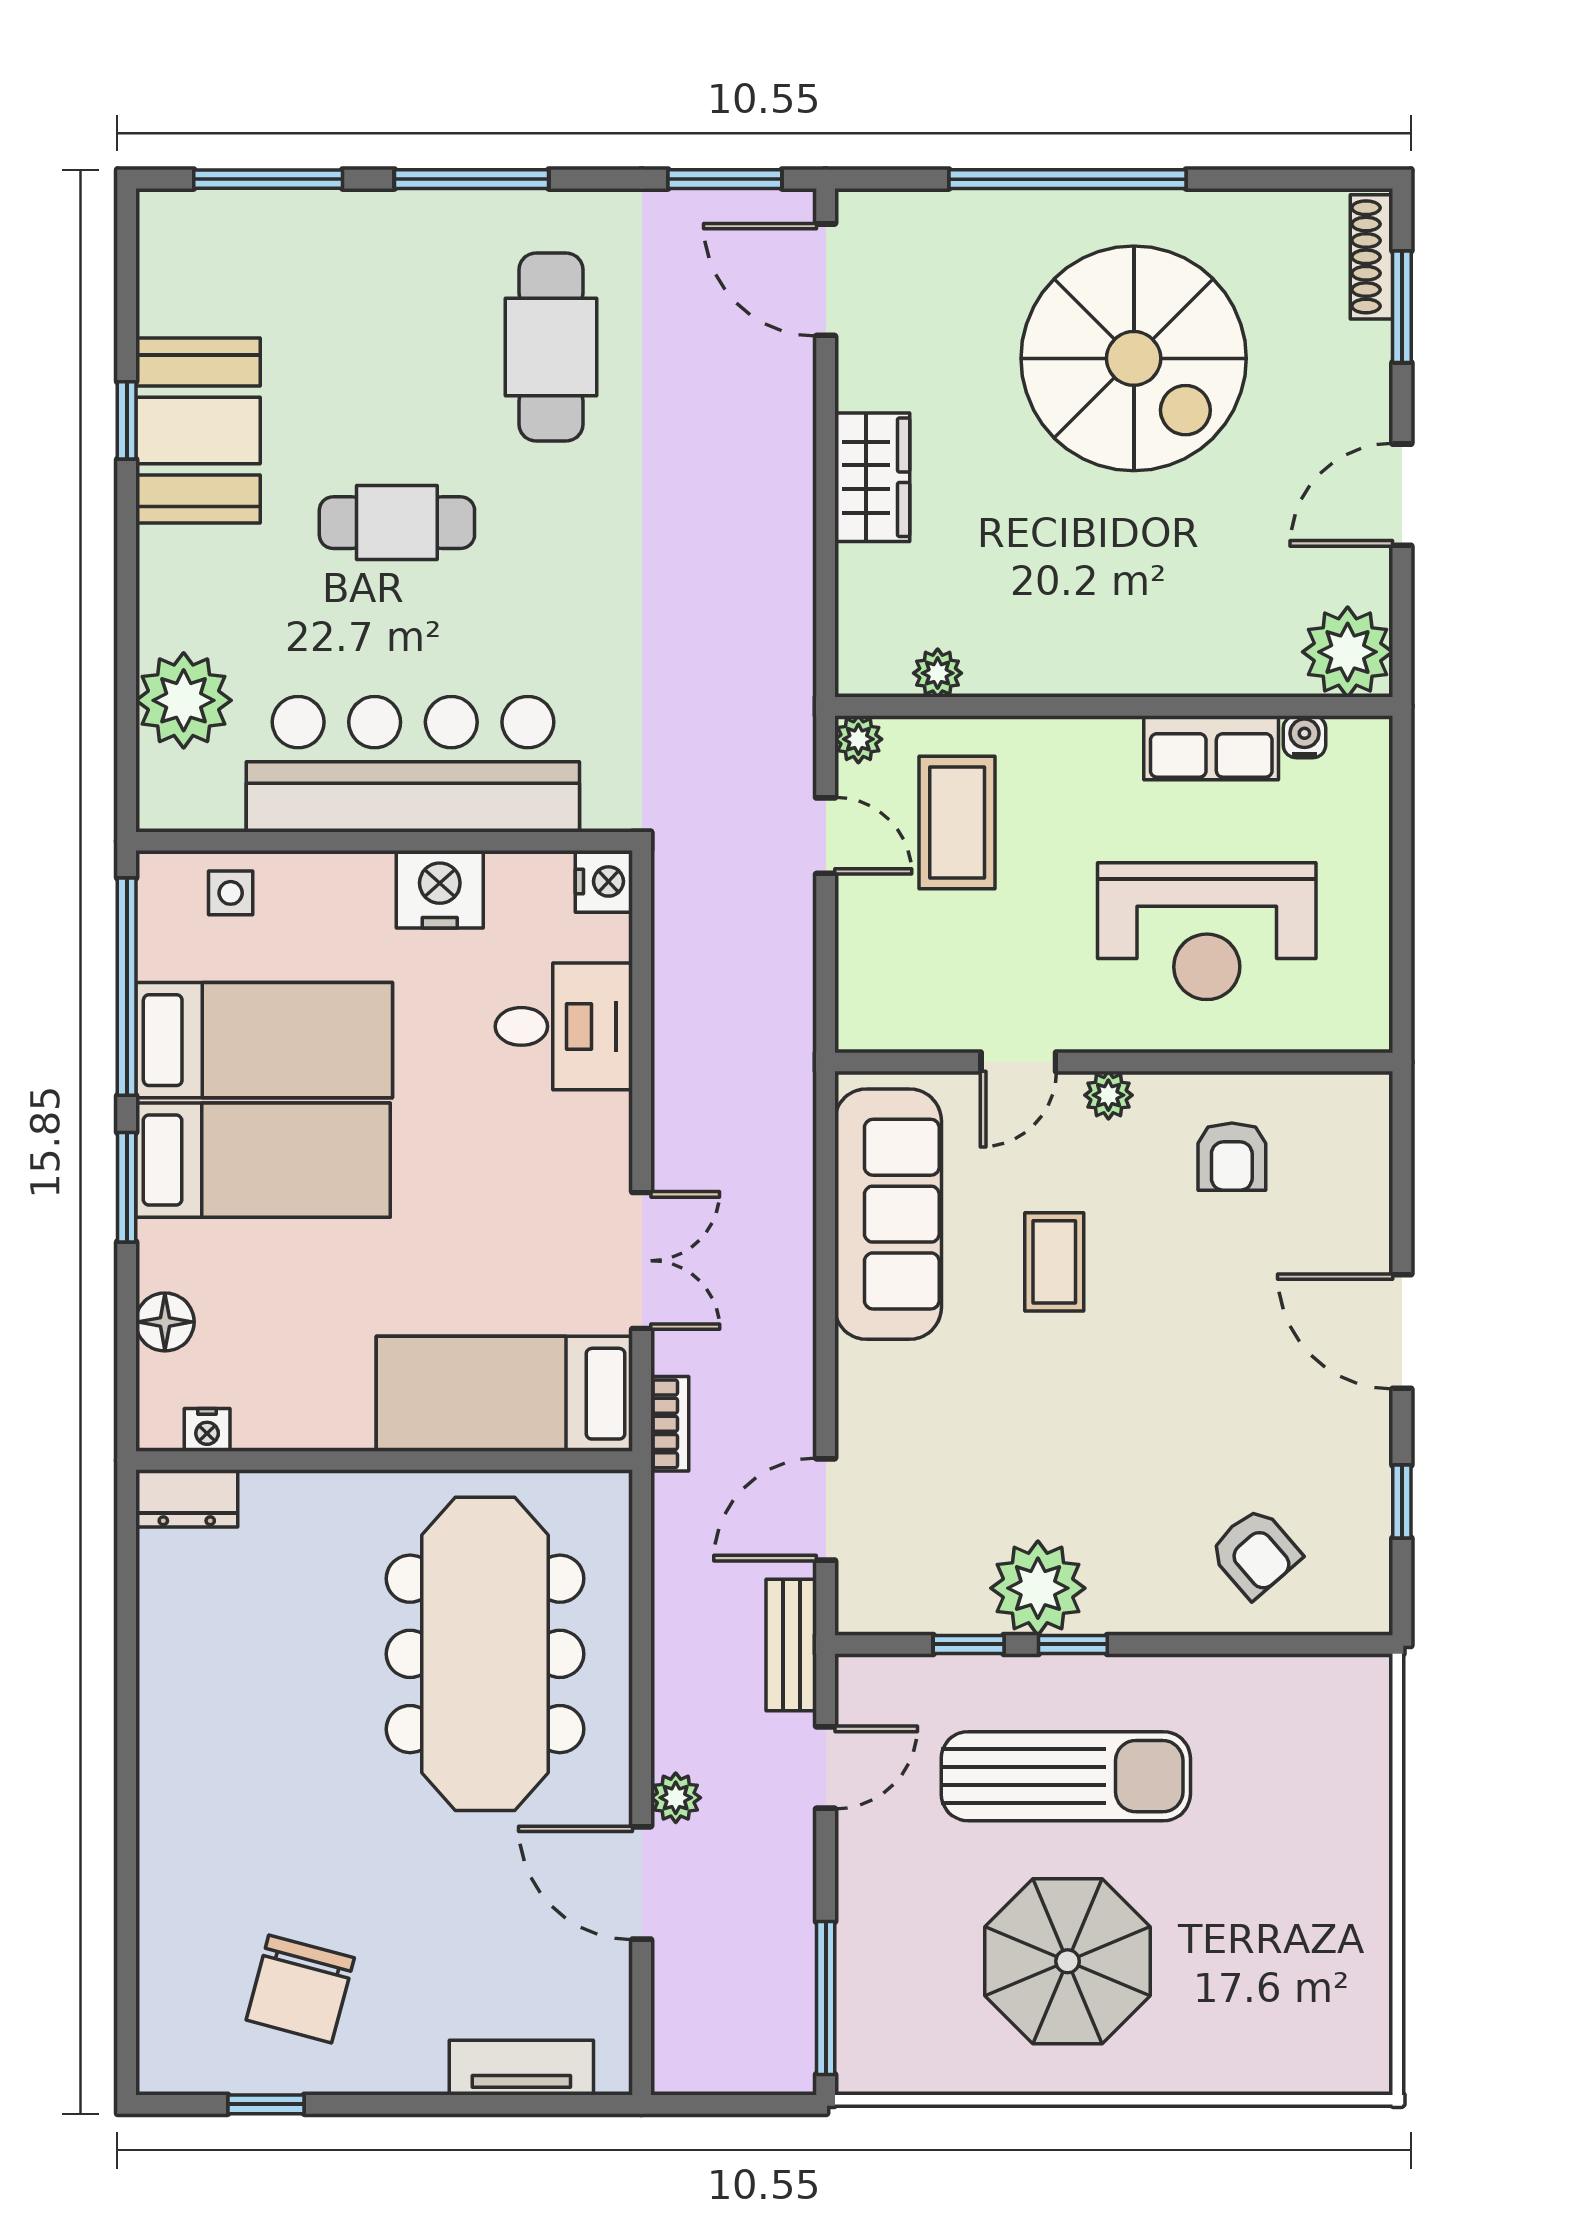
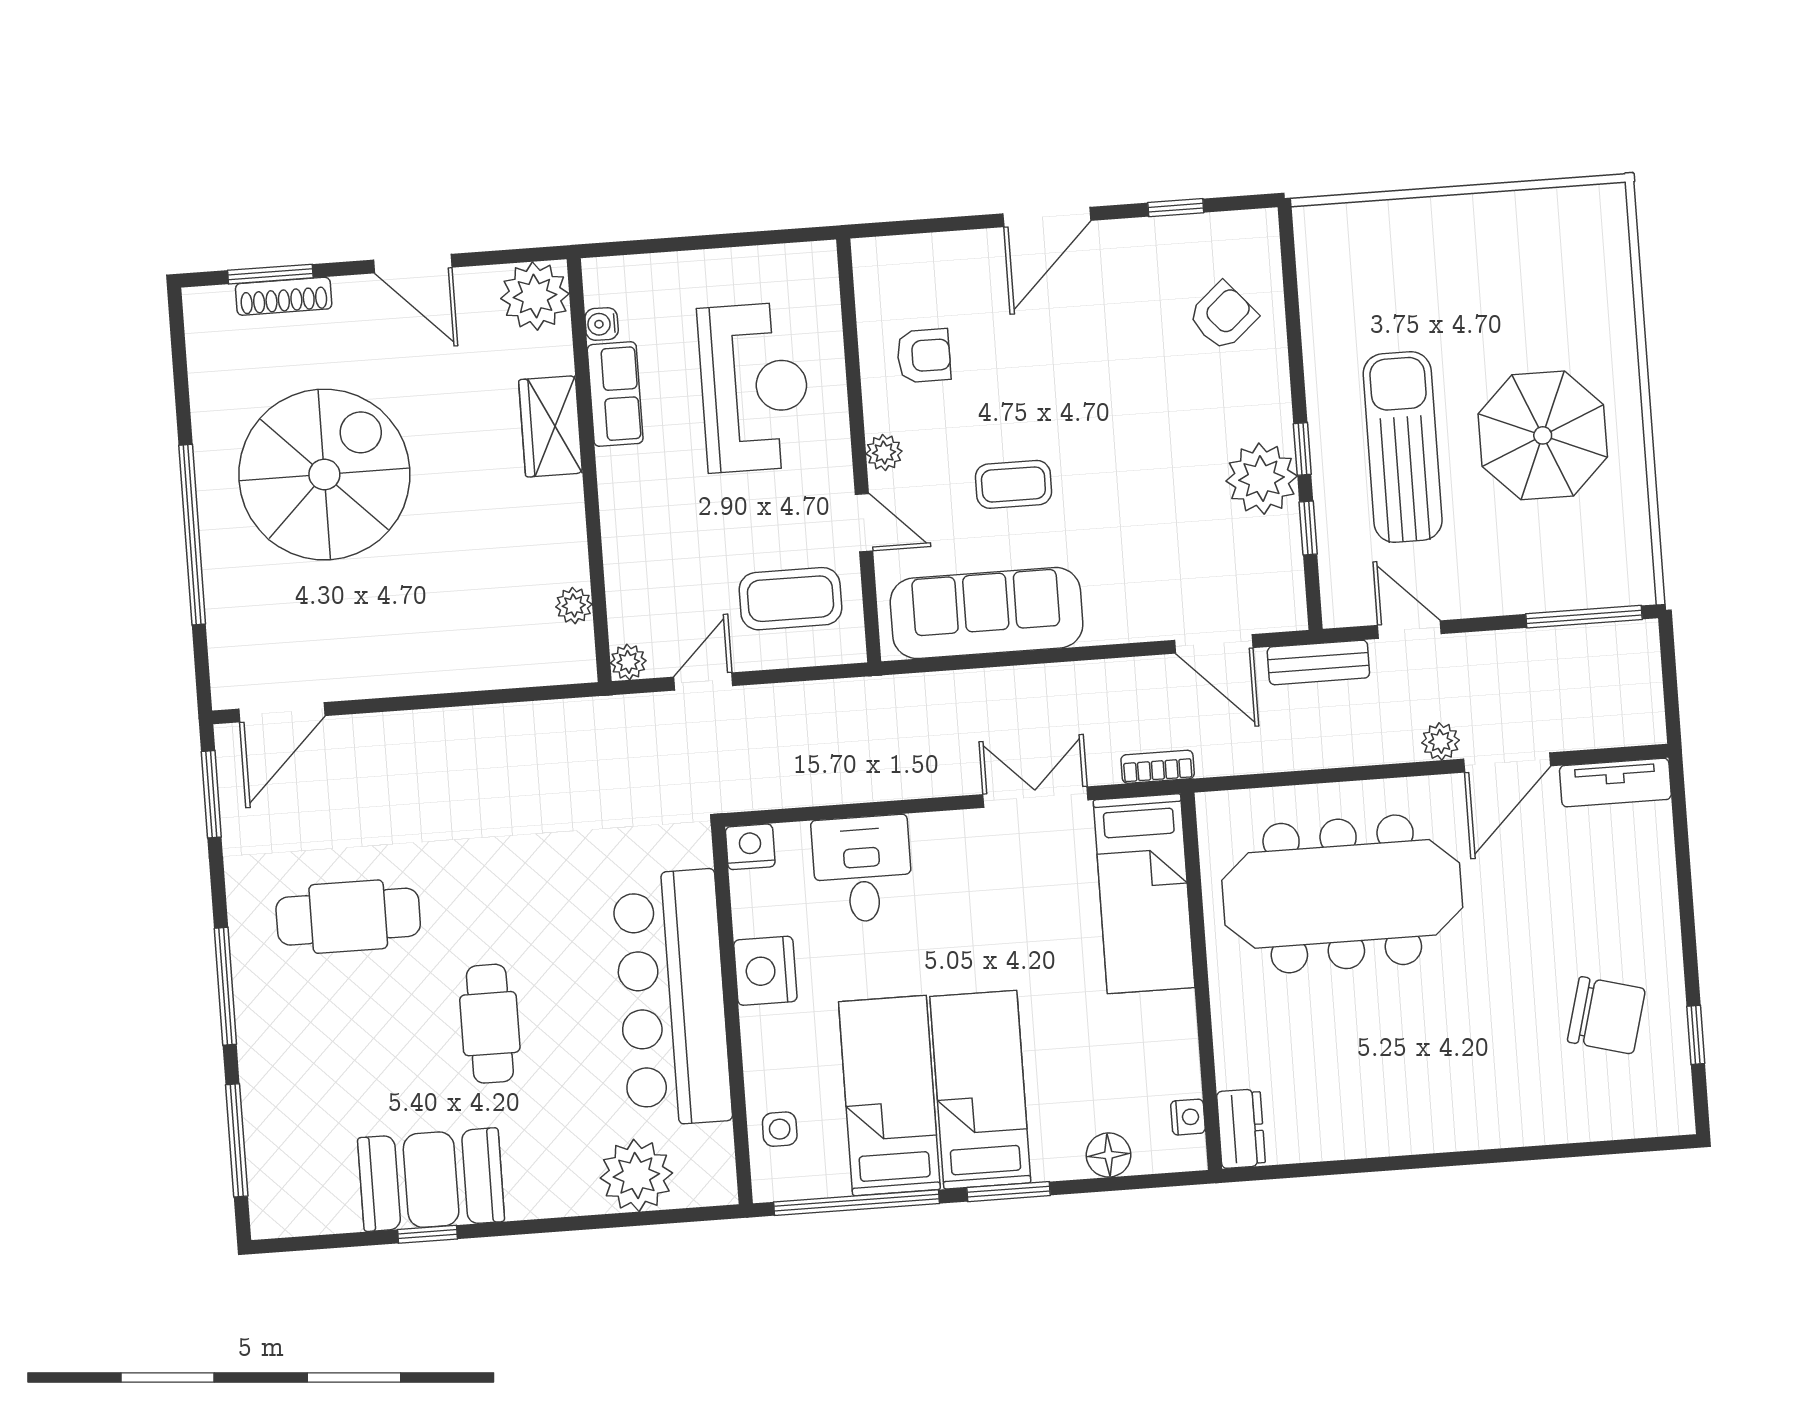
shoe rack: (1372, 257) -> (284, 296), moved
wardrobe: (872, 477) -> (550, 426), moved, turned -90
coffee table: (957, 823) -> (790, 599), moved
tv unit: (521, 2068) -> (1615, 783), moved, turned -90

